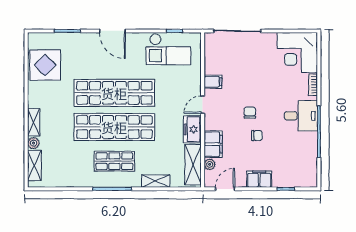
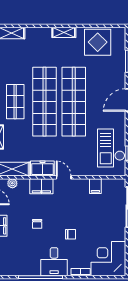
filing cabinet: (213, 82) -> (95, 186), moved
chair: (250, 113) -> (71, 234), moved
shelving: (34, 122) -> (64, 32), moved
plant: (33, 143) -> (31, 32), removed
filing cabinet: (213, 144) -> (41, 186), moved

